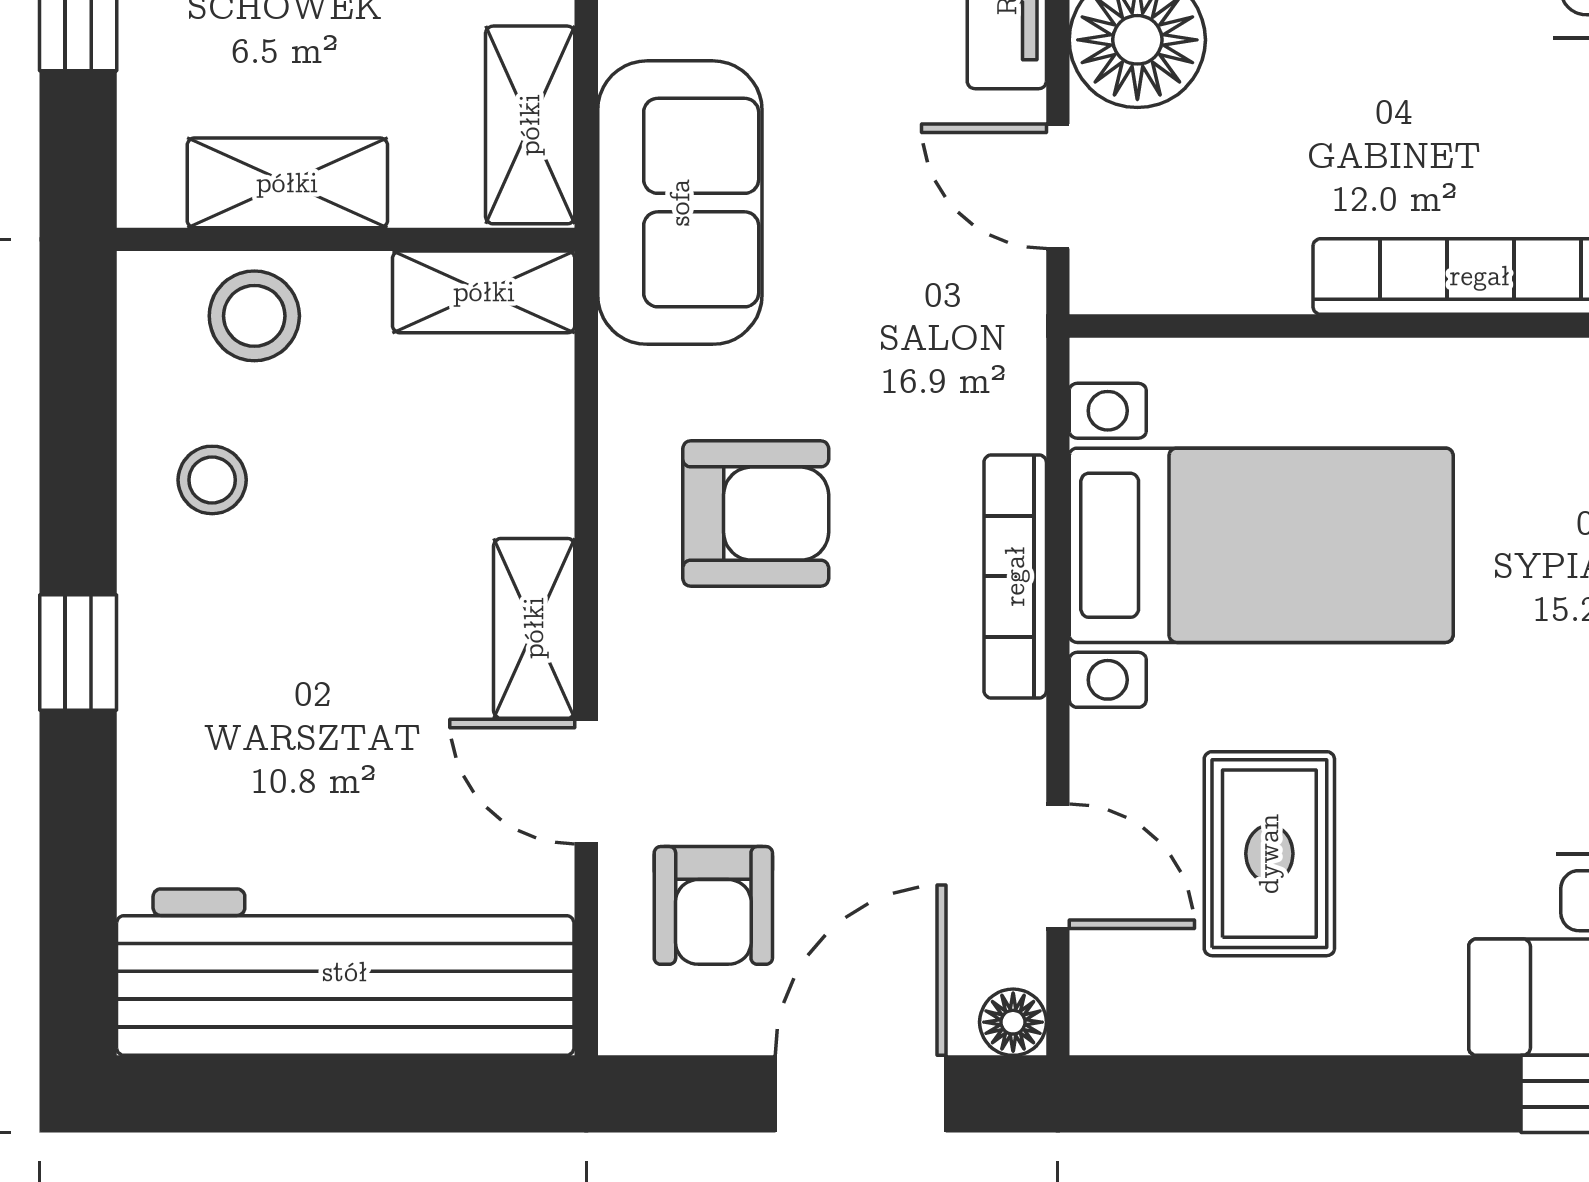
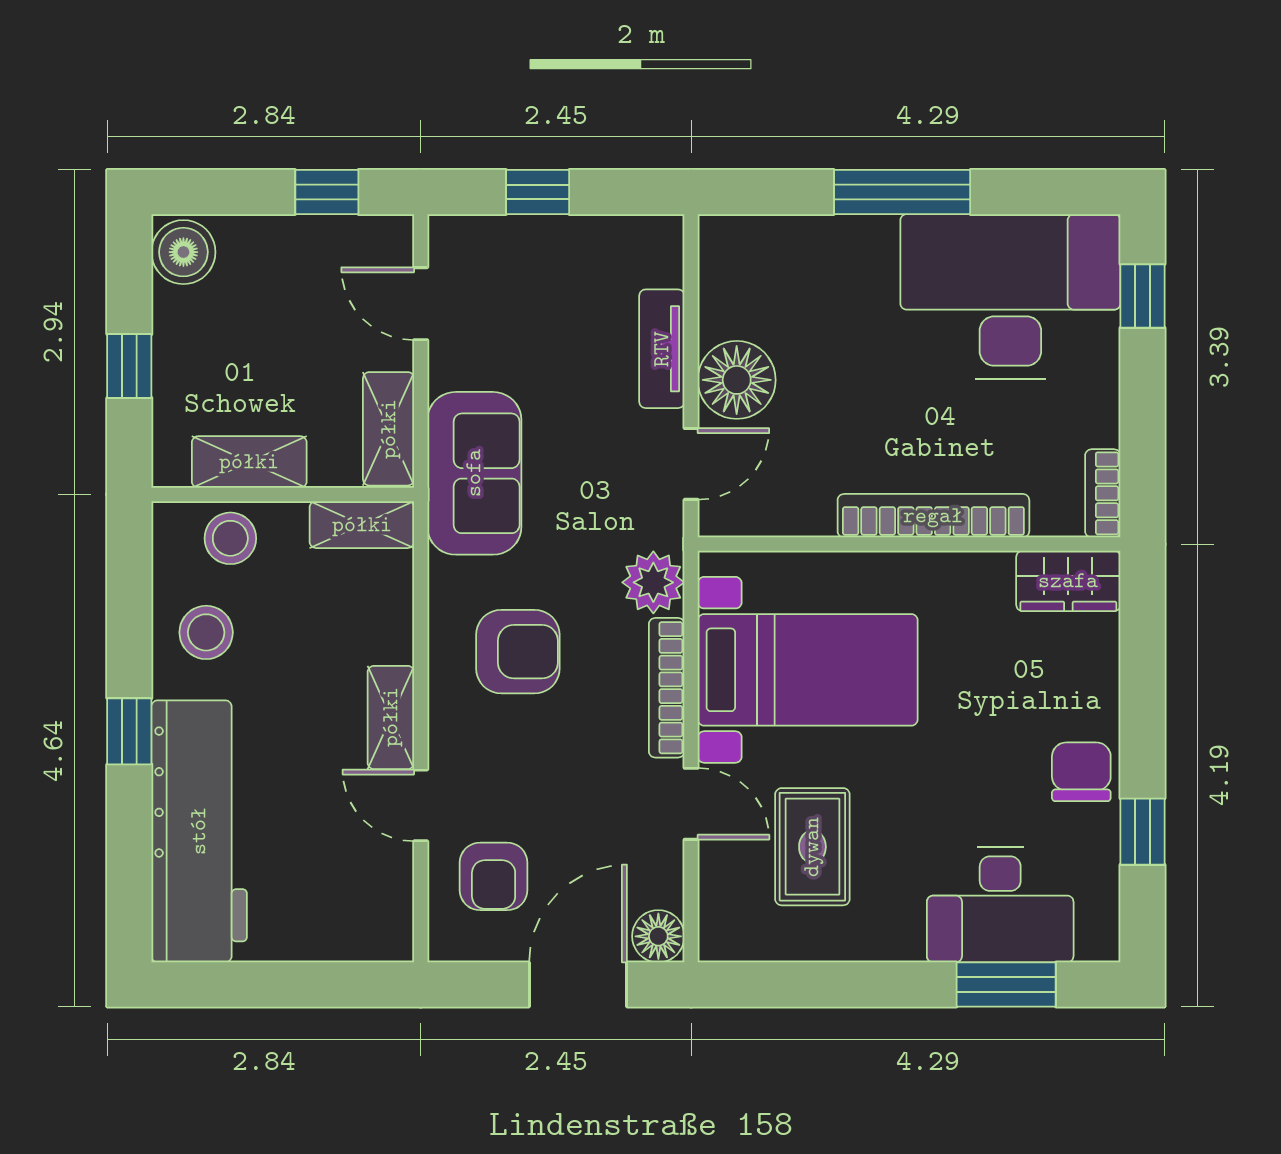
door: (1058, 186) -> (691, 464), swing flipped
plant: (992, 393) -> (653, 582), added
stool: (212, 480) -> (206, 632), width x1.37, depth x1.37
door: (1058, 866) -> (691, 804), moved
workbench: (345, 972) -> (199, 831), moved, turned 90
floor lamp: (1013, 1022) -> (658, 936), width x1.37, depth x1.37

